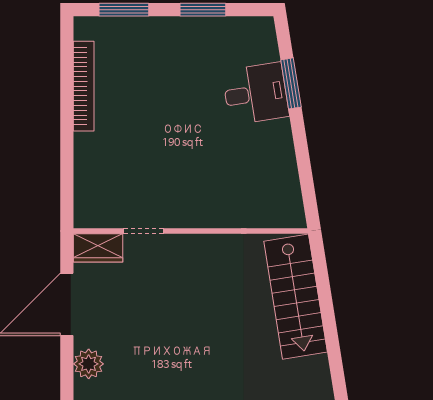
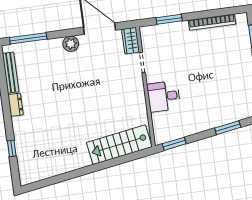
desk: (256, 94) -> (164, 96), moved, turned 99
window: (67, 168) -> (169, 19), added
window: (308, 191) -> (174, 144), added

